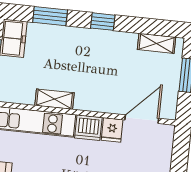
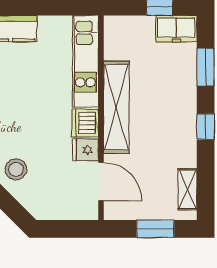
shelving: (55, 99) -> (116, 107), width x2.20, depth x1.33

